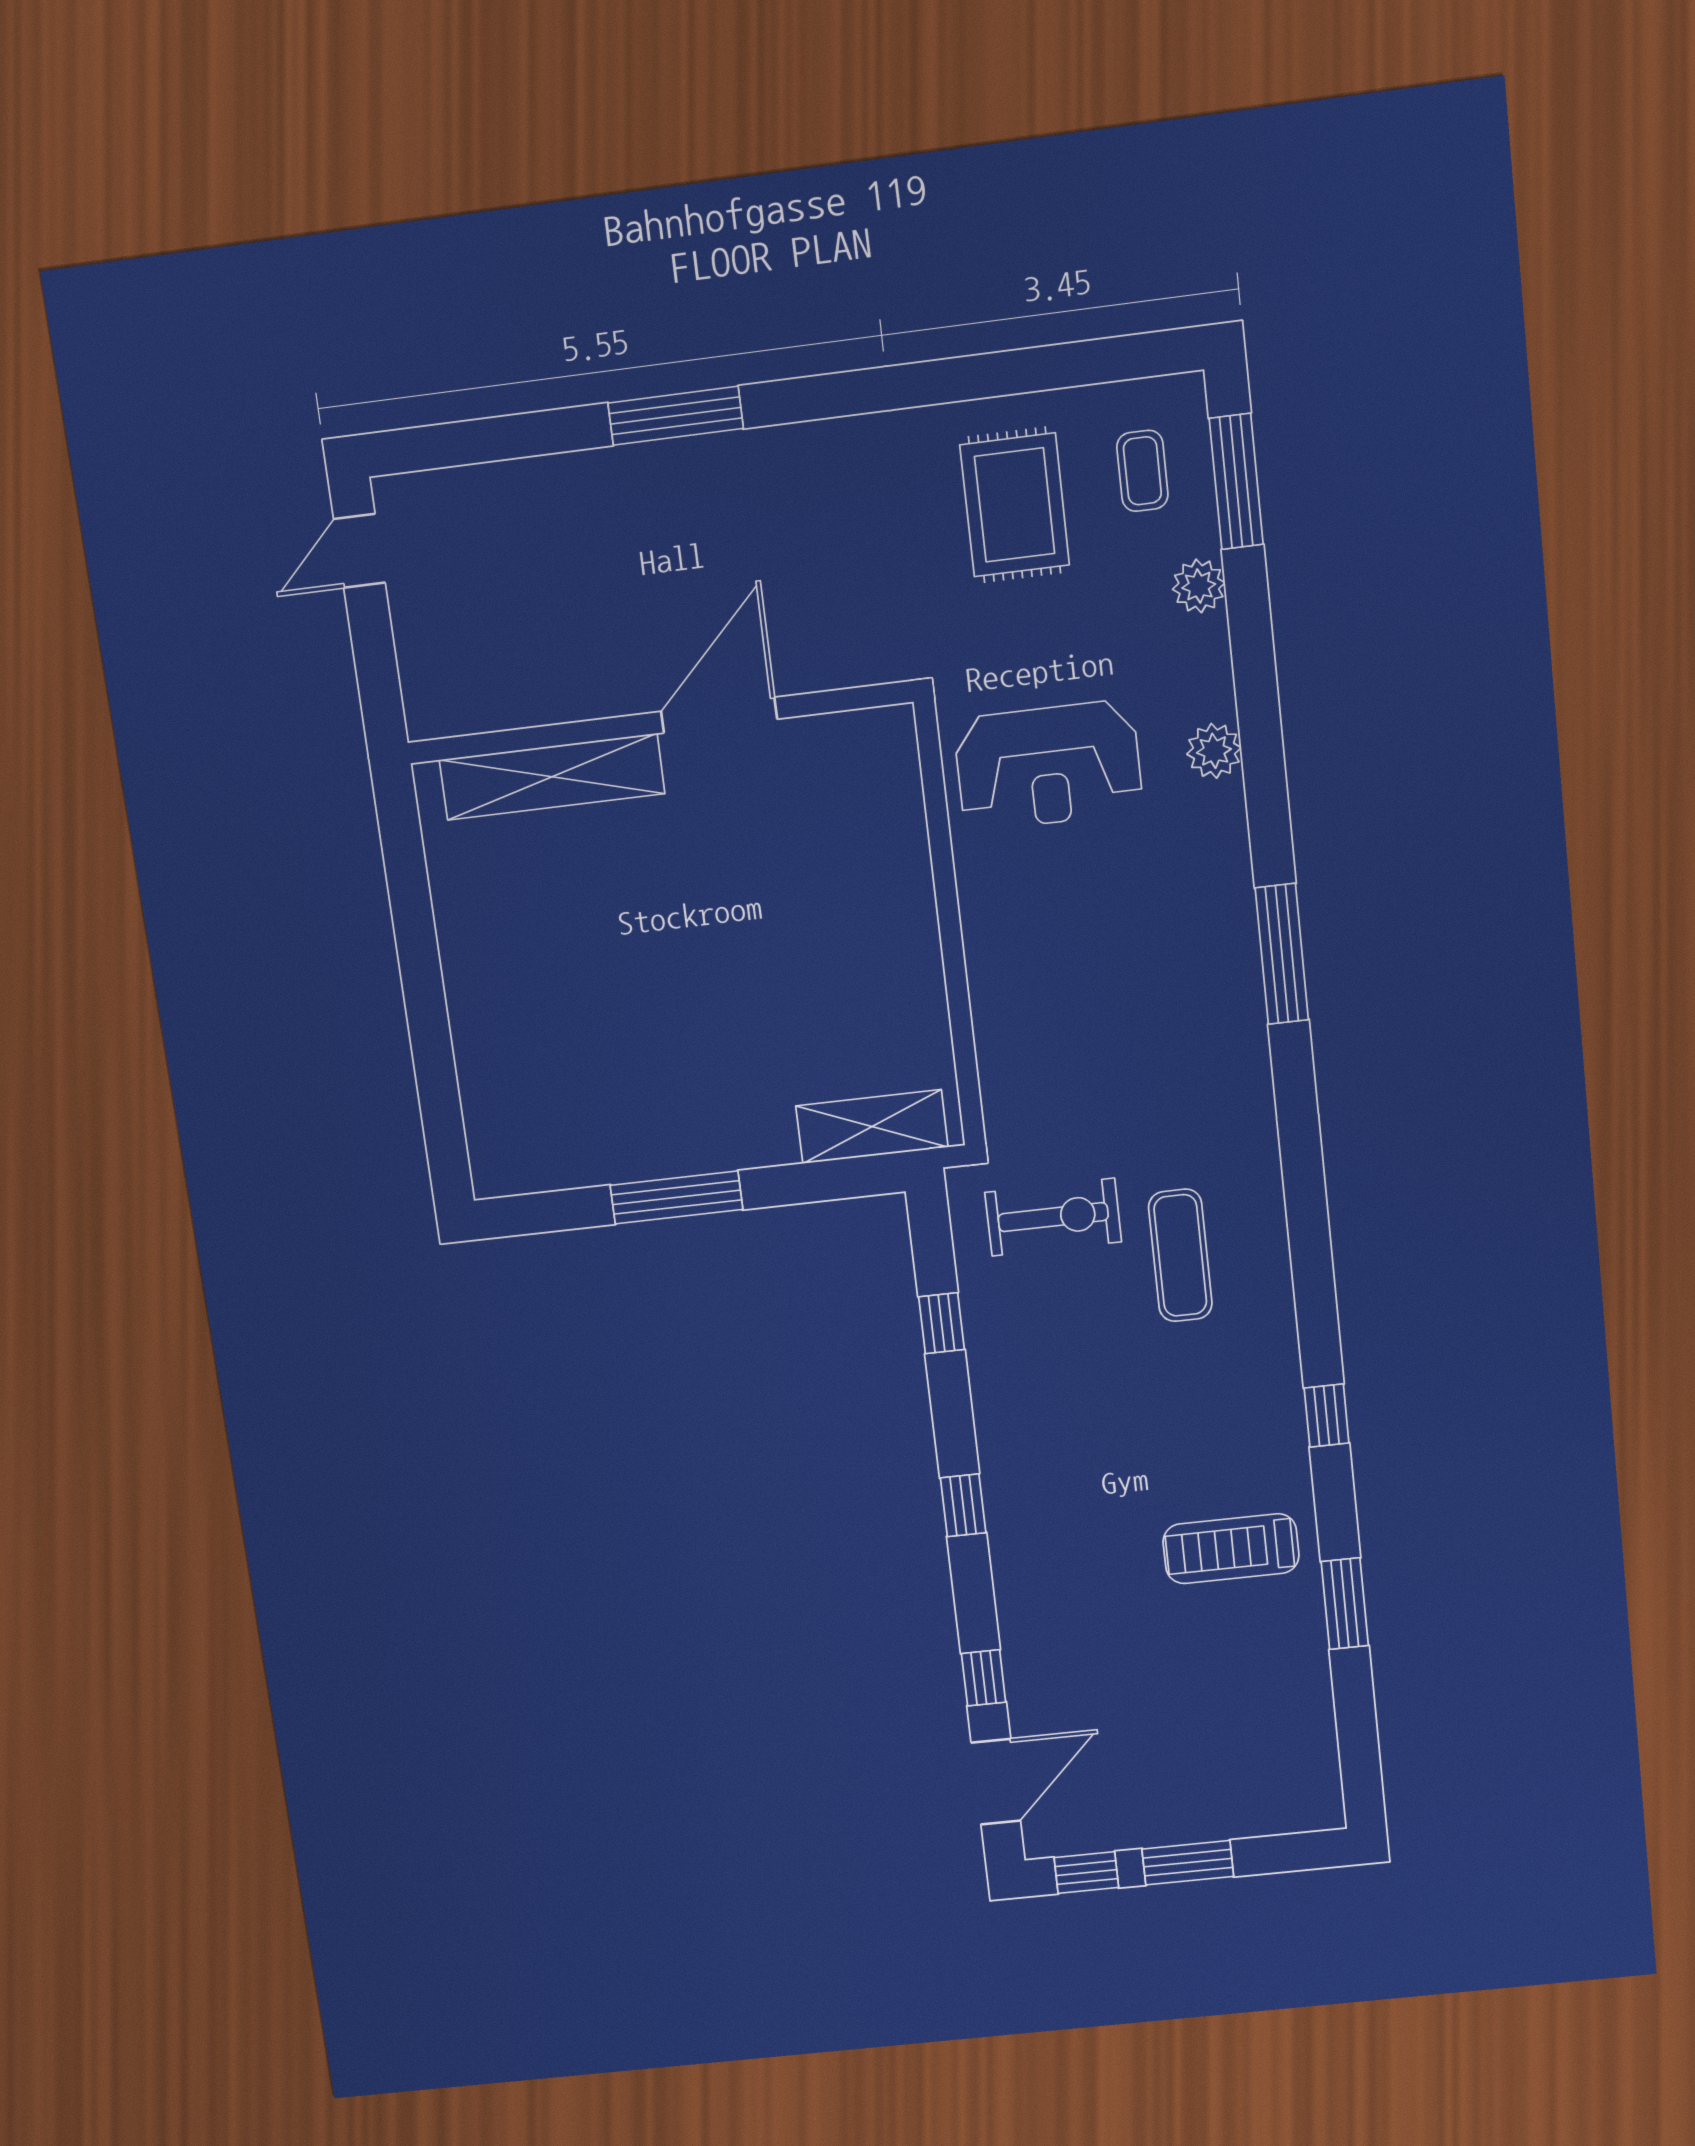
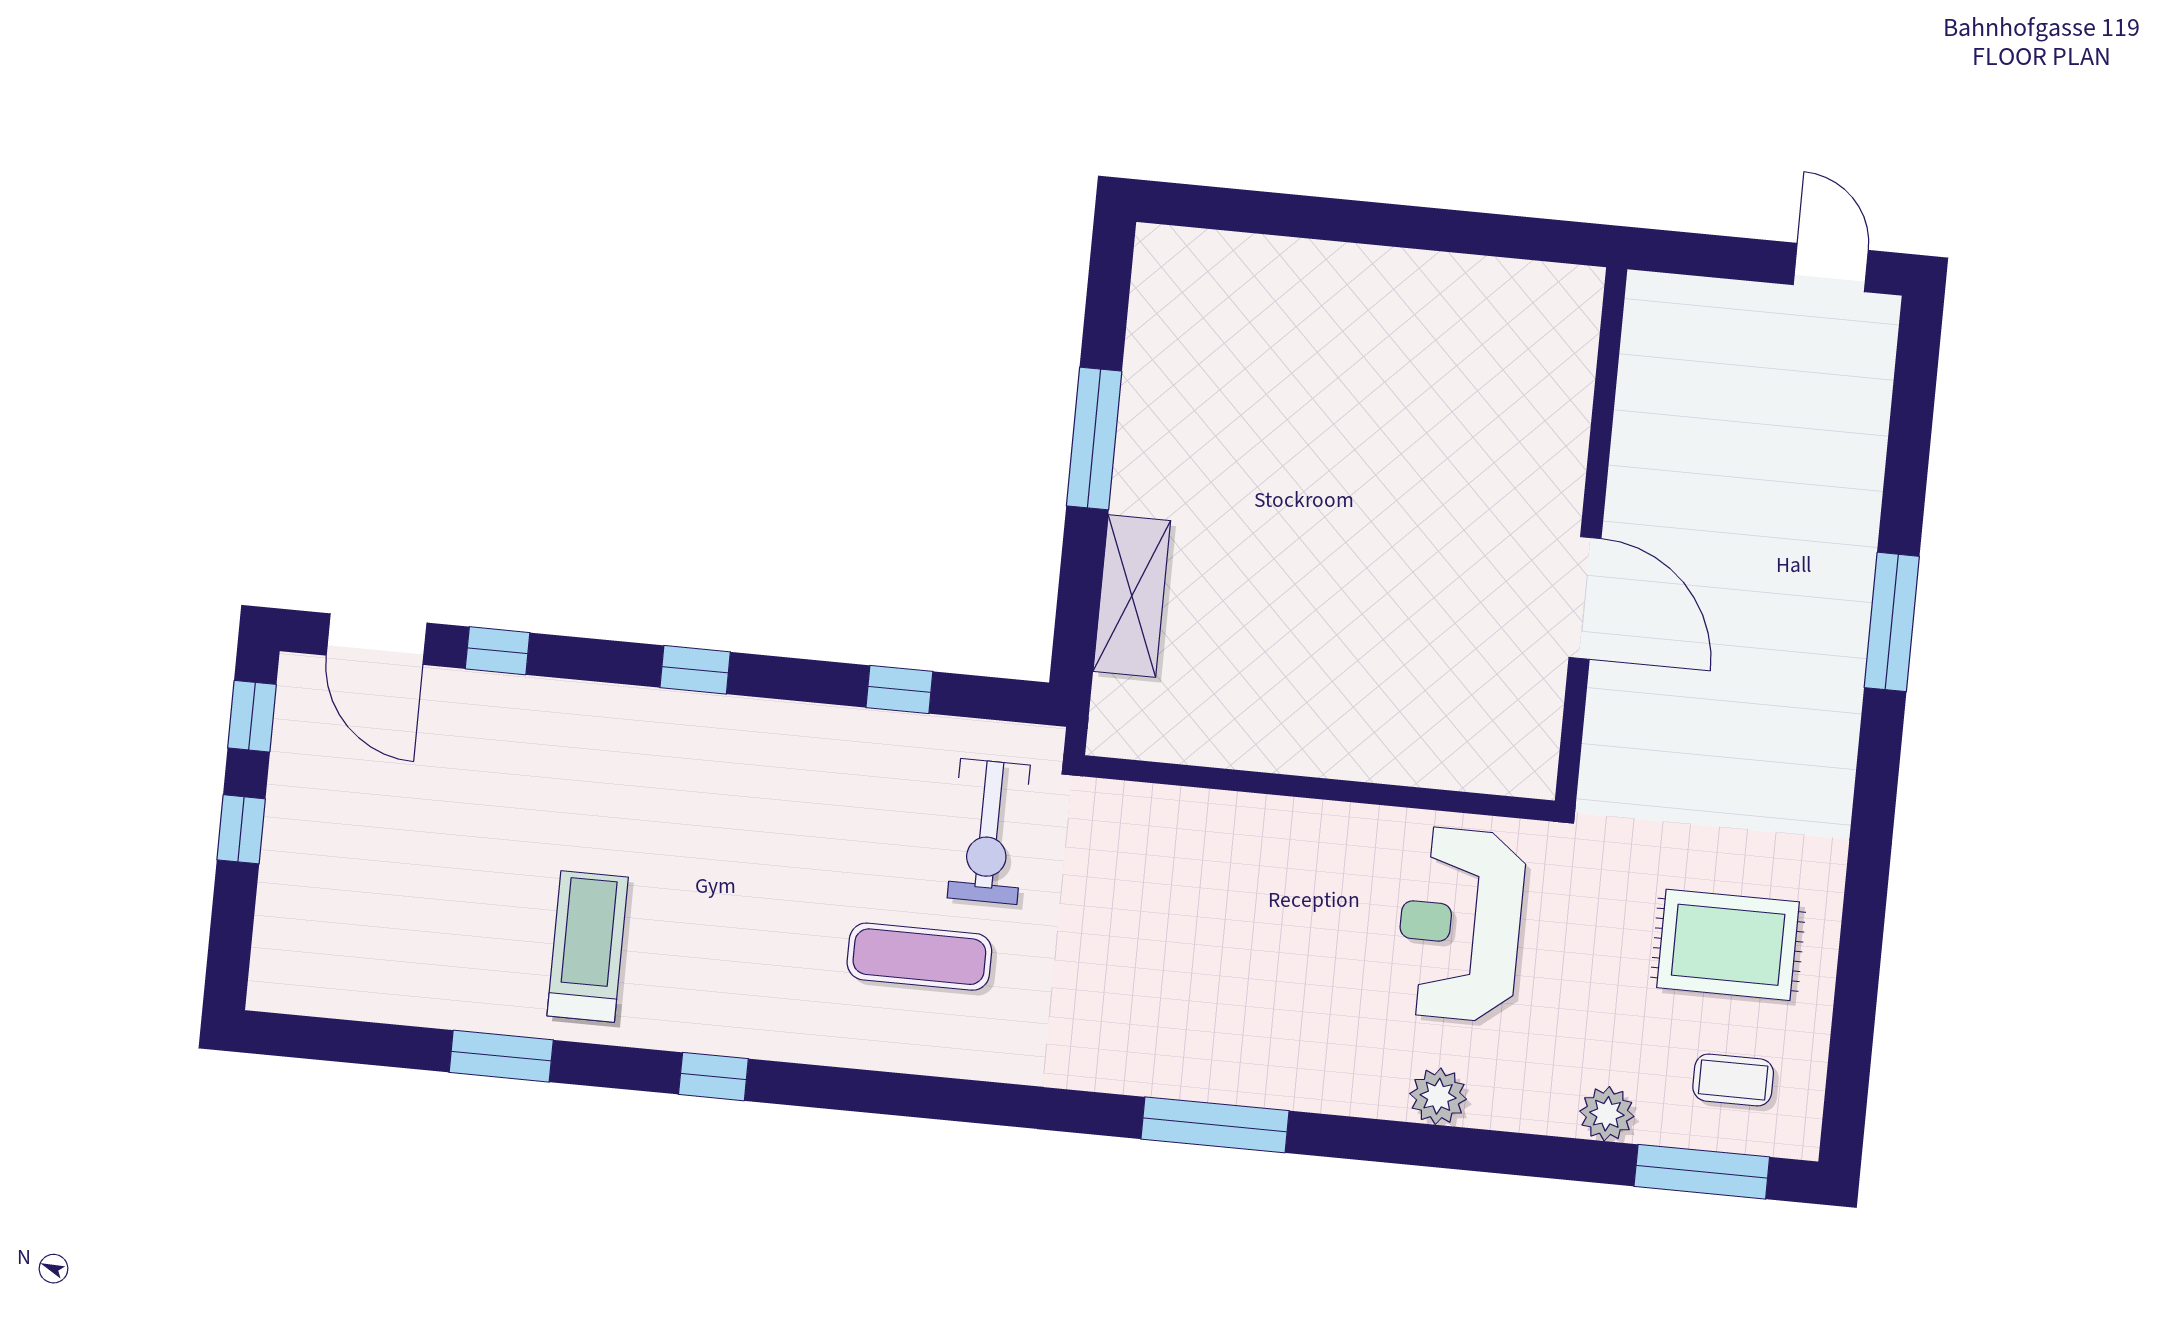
shelving: (552, 777) -> (1560, 411), removed
shelving: (872, 1127) -> (1132, 596), moved
window: (1188, 1863) -> (241, 829), width x0.67

